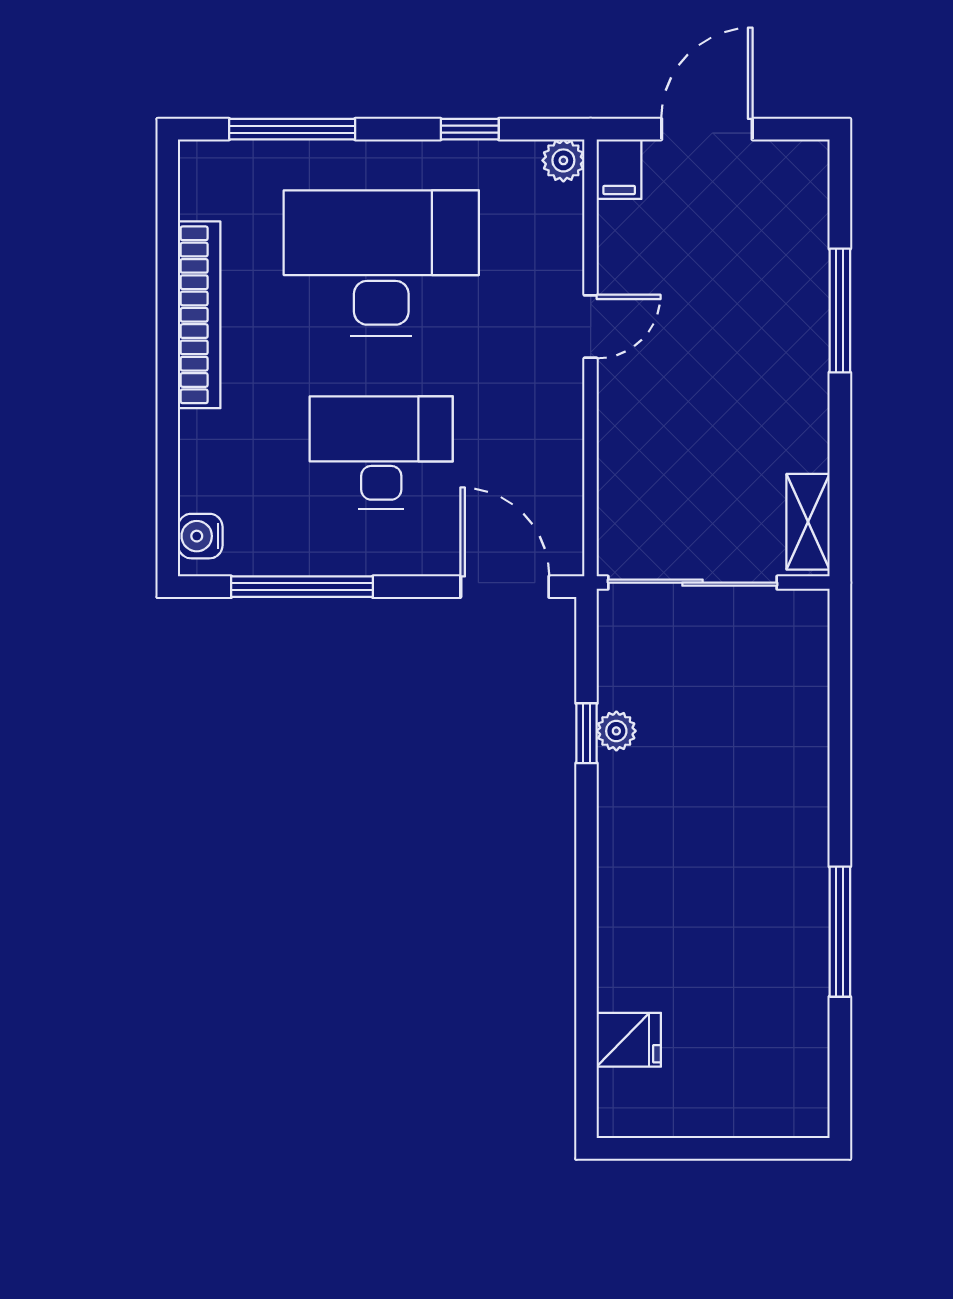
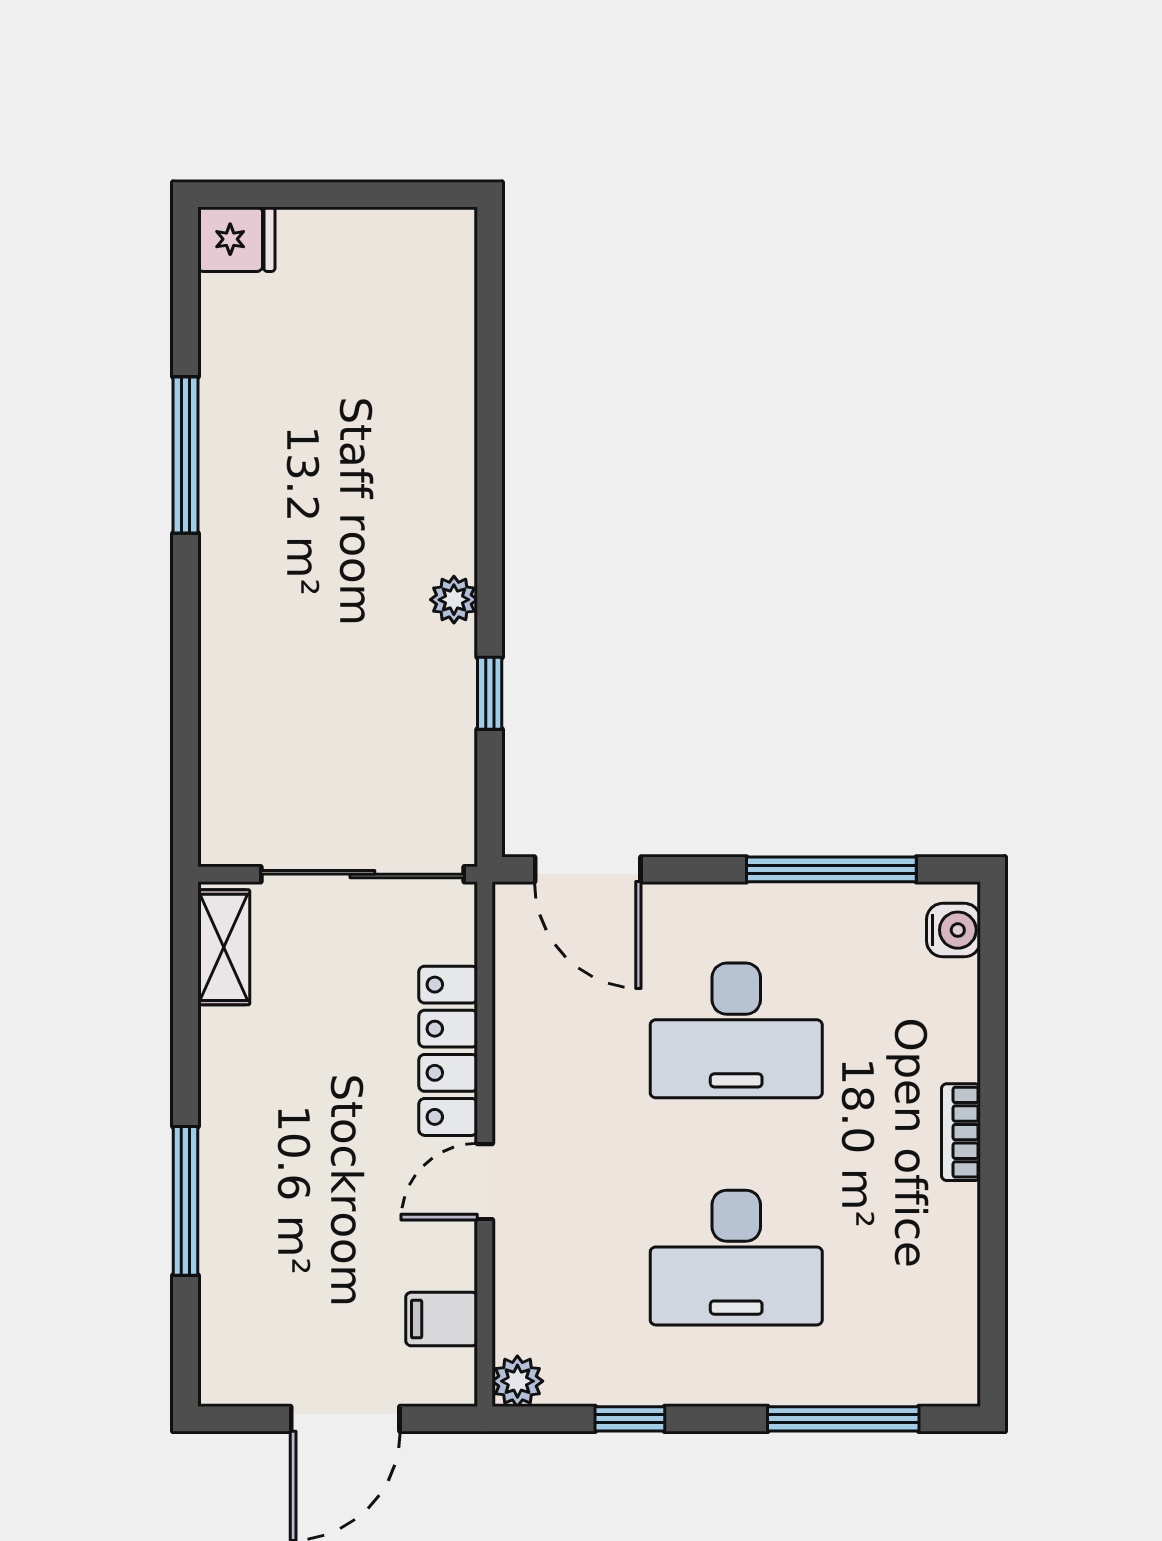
filing cabinet: (619, 169) -> (442, 1319), moved, turned -90
desk: (381, 263) -> (736, 1258), width x0.73, depth x0.77
bookcase: (199, 315) -> (961, 1132), width x0.43, depth x0.76
locker: (621, 436) -> (448, 1051), added
plant: (616, 731) -> (454, 600), moved
fridge: (629, 1040) -> (236, 239), moved, turned 180

